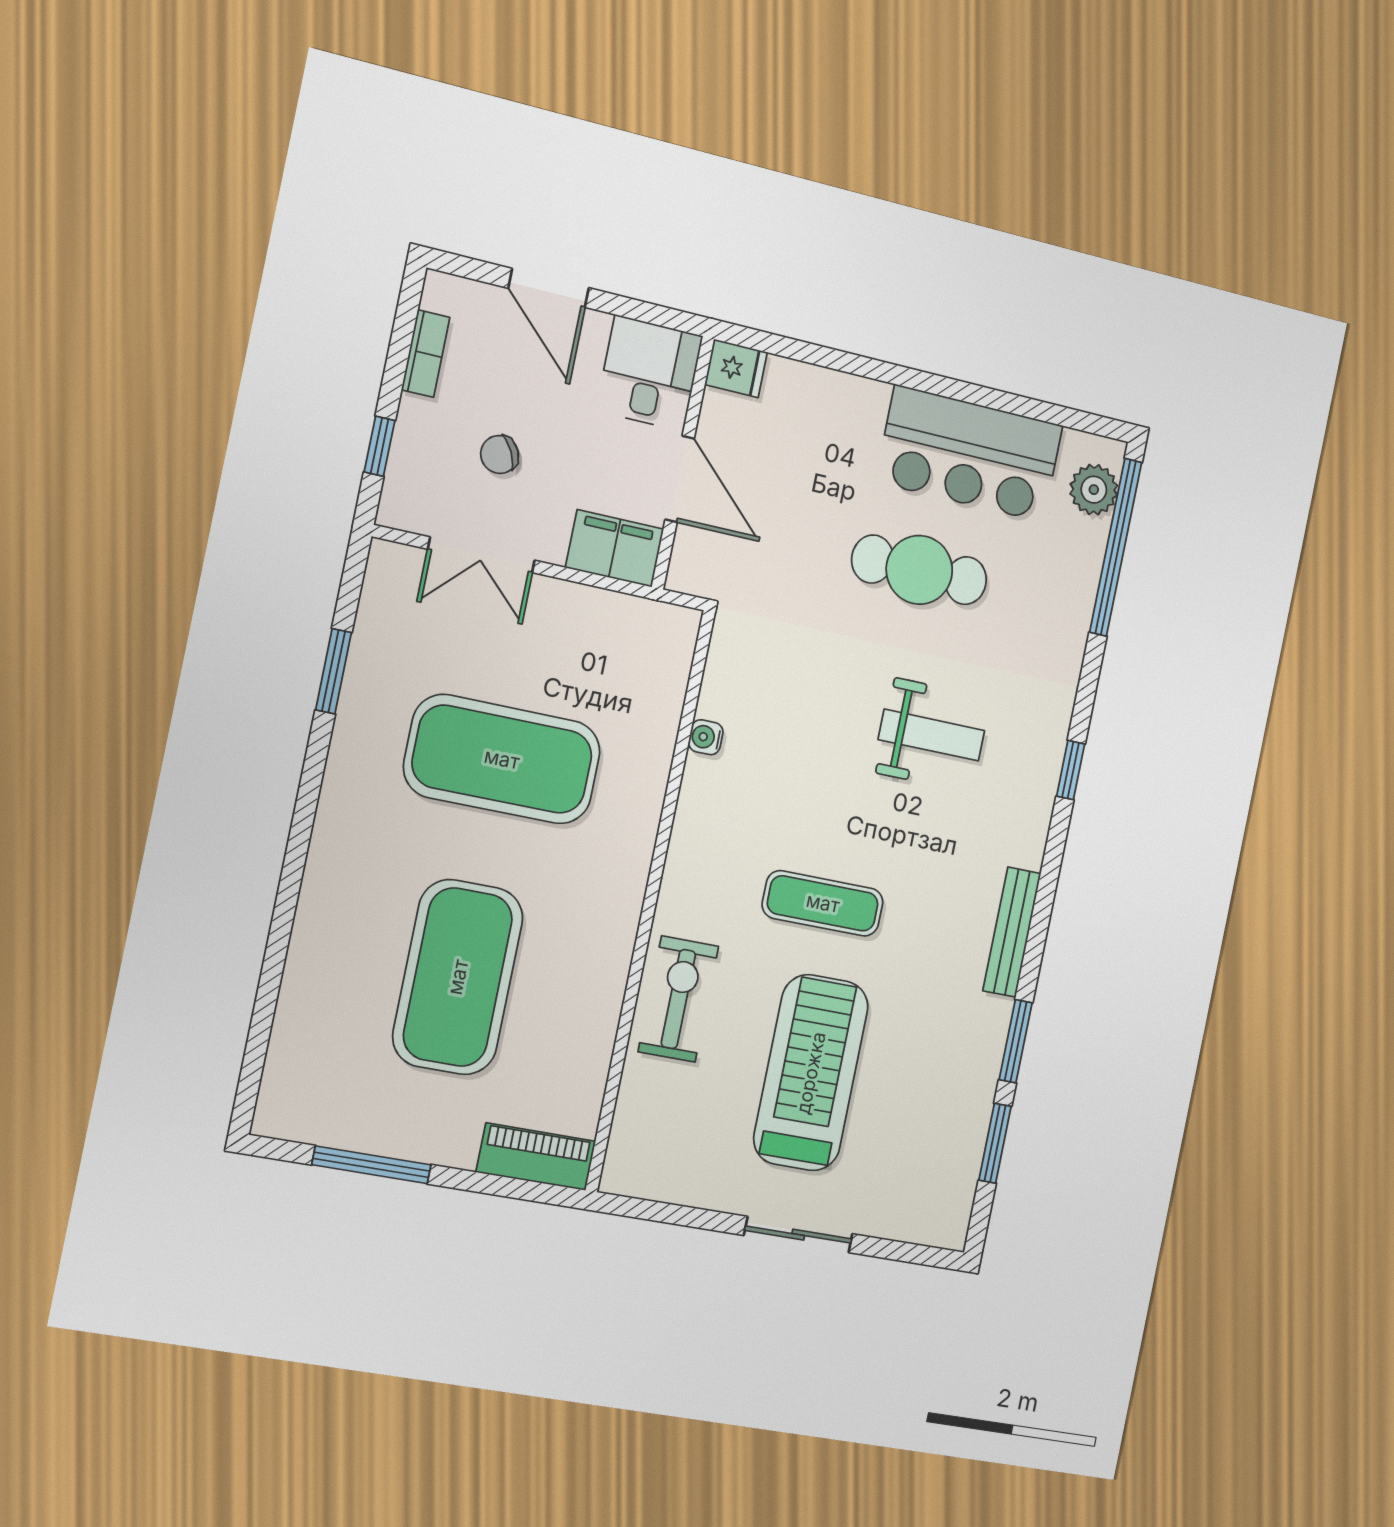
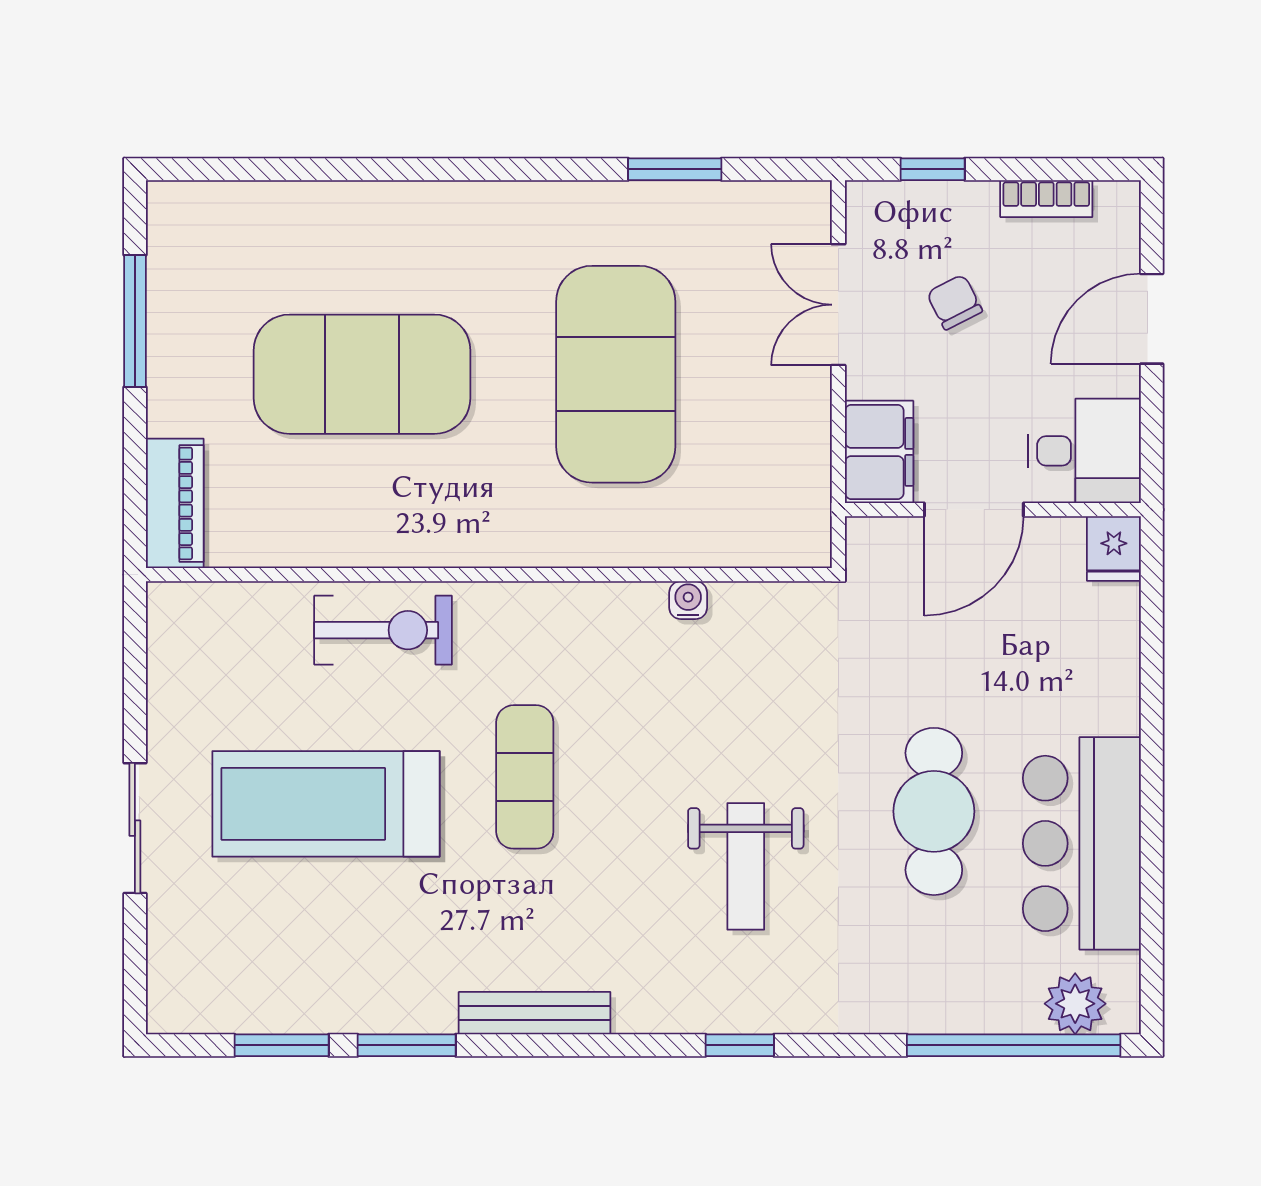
treadmill: (811, 1073) -> (326, 804), turned 180

